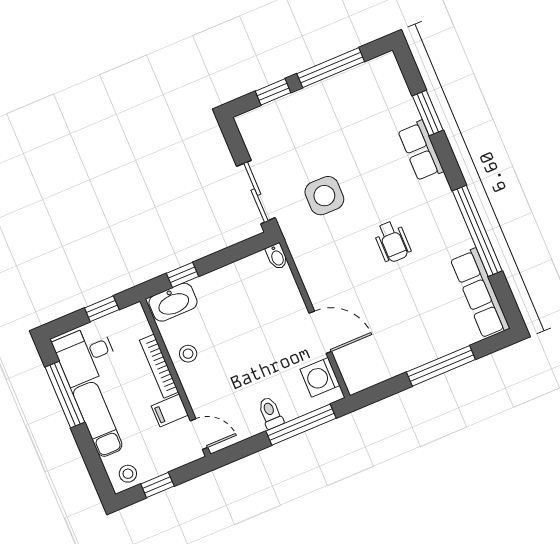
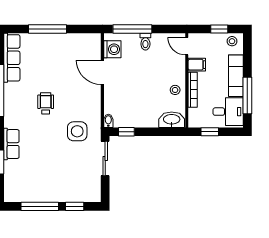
side table: (324, 196) -> (77, 131), moved
window: (183, 275) -> (126, 132), moved

